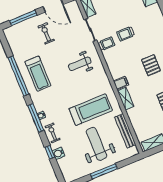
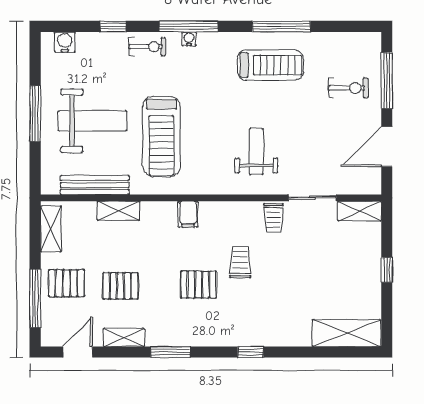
exercise bike: (46, 33) -> (348, 88), moved
trolley: (126, 34) -> (240, 262), moved
treadmill: (38, 74) -> (270, 65), turned 180
window: (18, 76) -> (281, 26), width x0.68
shelving: (126, 99) -> (118, 211), moved
water cooler: (59, 153) -> (65, 42), moved

